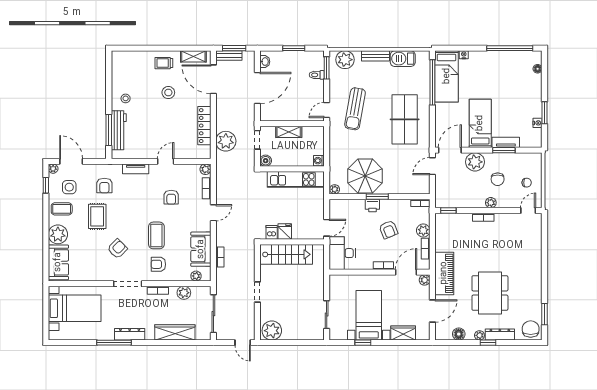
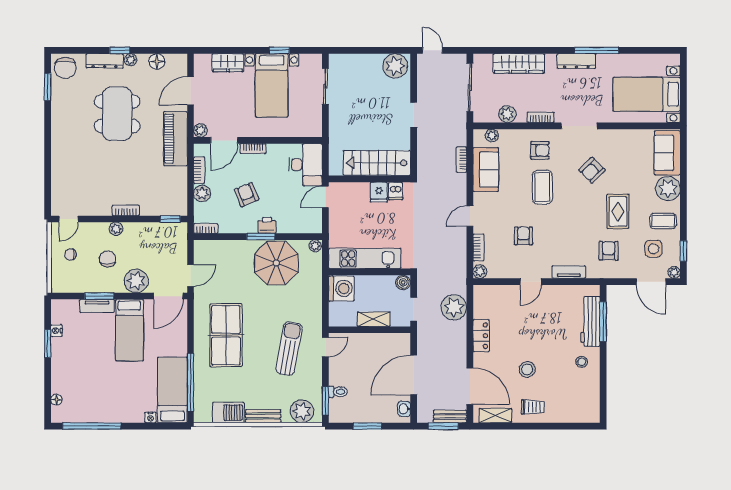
locker: (204, 126) -> (481, 336), width x0.66
washing machine: (319, 161) -> (341, 289), width x1.89, depth x1.89

